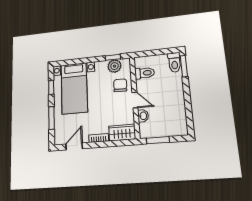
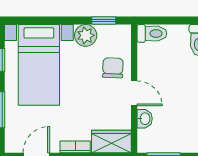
plant: (114, 66) -> (86, 35), moved
toilet: (145, 73) -> (152, 33), moved

